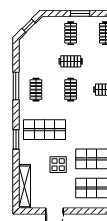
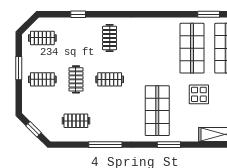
clothes rail: (36, 90) -> (76, 121), moved

